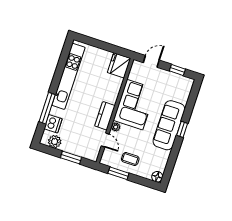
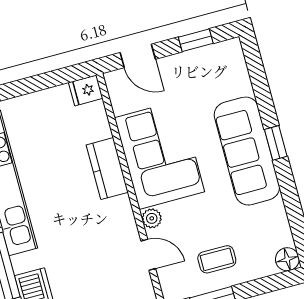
door: (151, 61) -> (138, 56), swing flipped
fridge: (119, 65) -> (86, 90), width x0.53, depth x0.75
kitchen counter: (105, 116) -> (107, 169), moved

